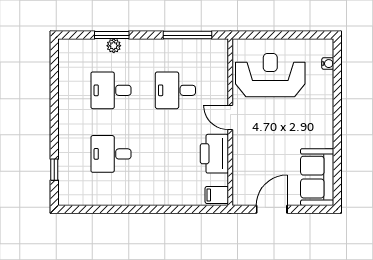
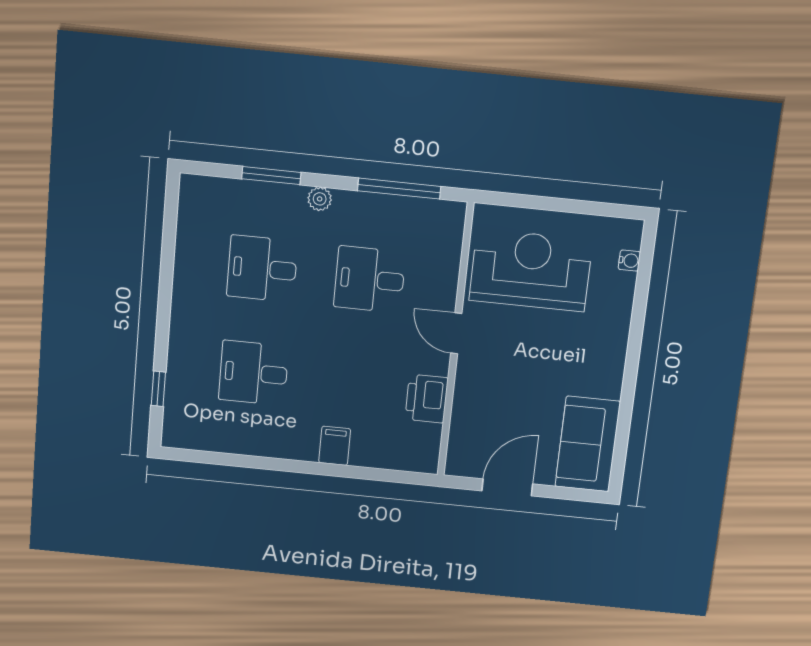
plant: (114, 46) -> (320, 199), moved
printer: (214, 154) -> (427, 399), width x0.73, depth x0.84
filing cabinet: (217, 195) -> (335, 446), moved, turned 90

